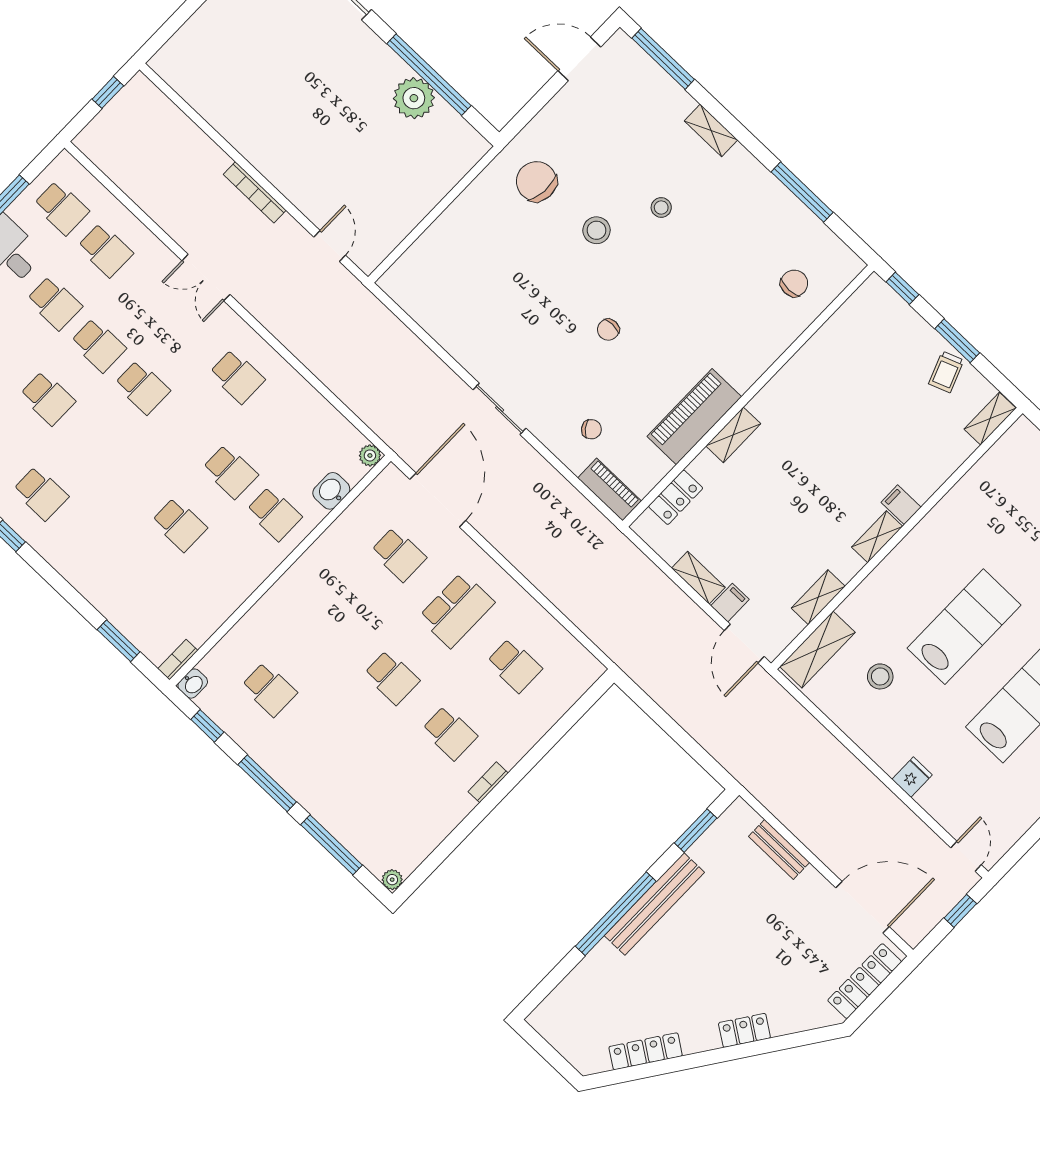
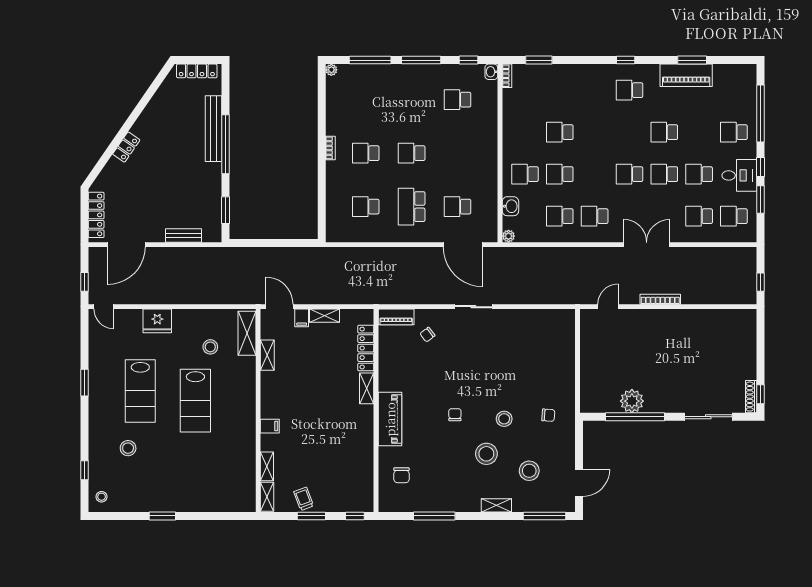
stool: (628, 134) -> (529, 471), added
chair: (536, 181) -> (548, 415), width x0.54, depth x0.54
stool: (661, 208) -> (486, 454), width x1.89, depth x1.89
door: (330, 246) -> (608, 307), swing flipped
double door: (206, 278) -> (647, 245), width x1.37
chair: (608, 330) -> (455, 415), moved
piano: (694, 417) -> (390, 419), moved
school desk: (281, 419) -> (560, 216), added
locker: (676, 497) -> (366, 348), width x1.53
shelving: (877, 537) -> (267, 466), moved
fridge: (912, 777) -> (157, 321), width x1.88, depth x1.34
bench: (654, 904) -> (213, 129), moved
locker: (646, 1051) -> (197, 71), moved, turned 55

